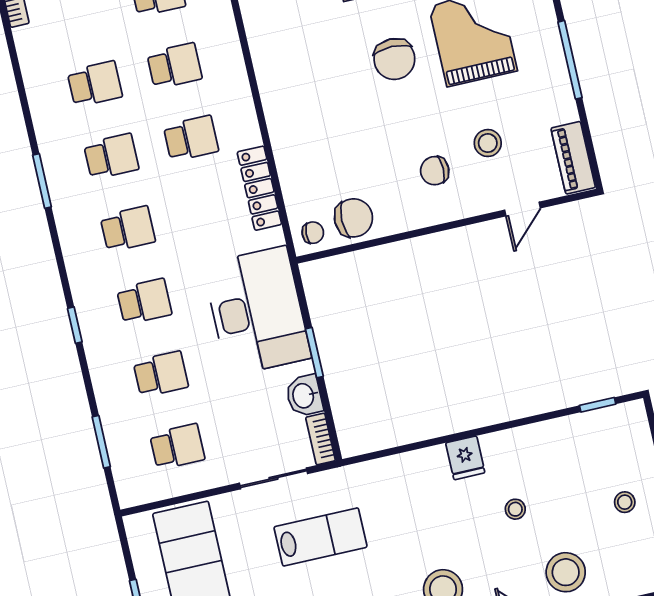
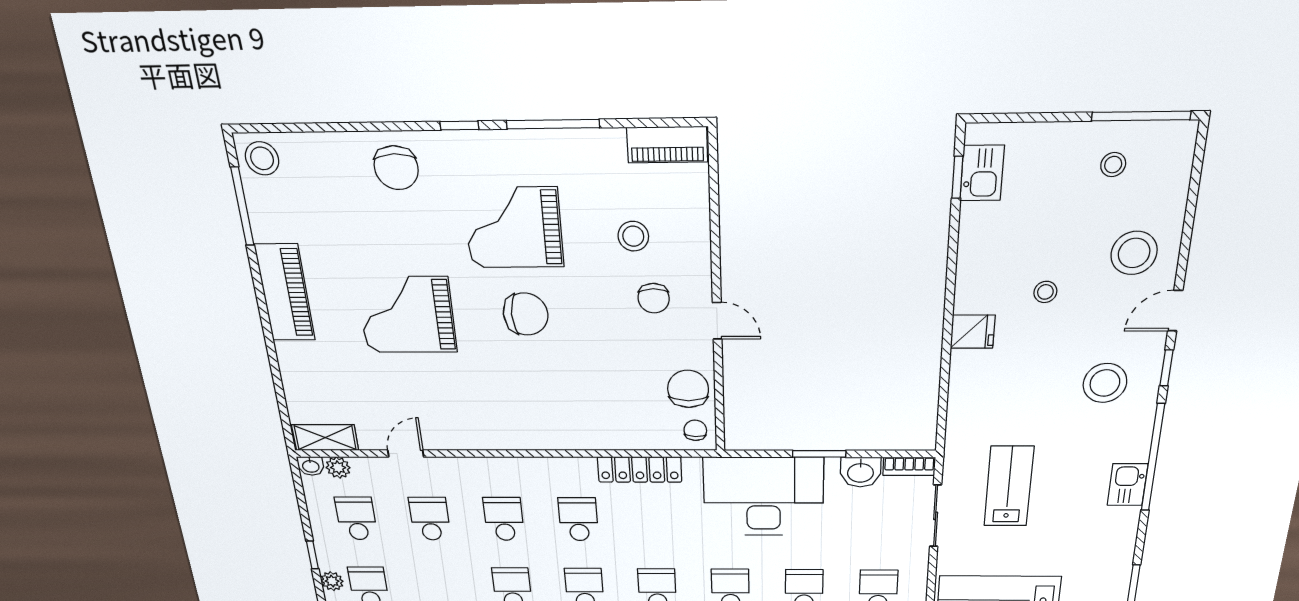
door: (523, 209) -> (717, 321), moved
kitchen sink: (605, 424) -> (982, 173), added
stool: (625, 502) -> (1113, 165), moved

